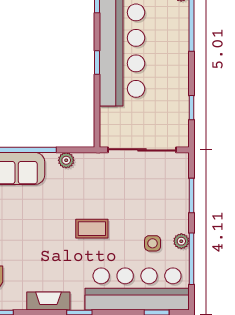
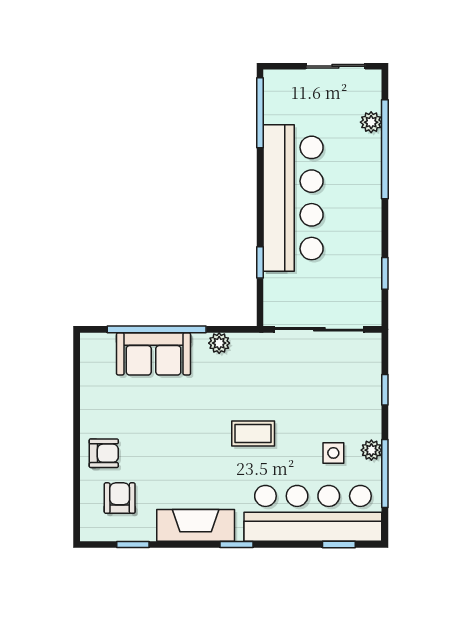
window: (97, 63) -> (260, 262), moved
window: (191, 196) -> (385, 390), width x0.67
fireplace: (48, 301) -> (196, 525), width x1.37, depth x1.32

